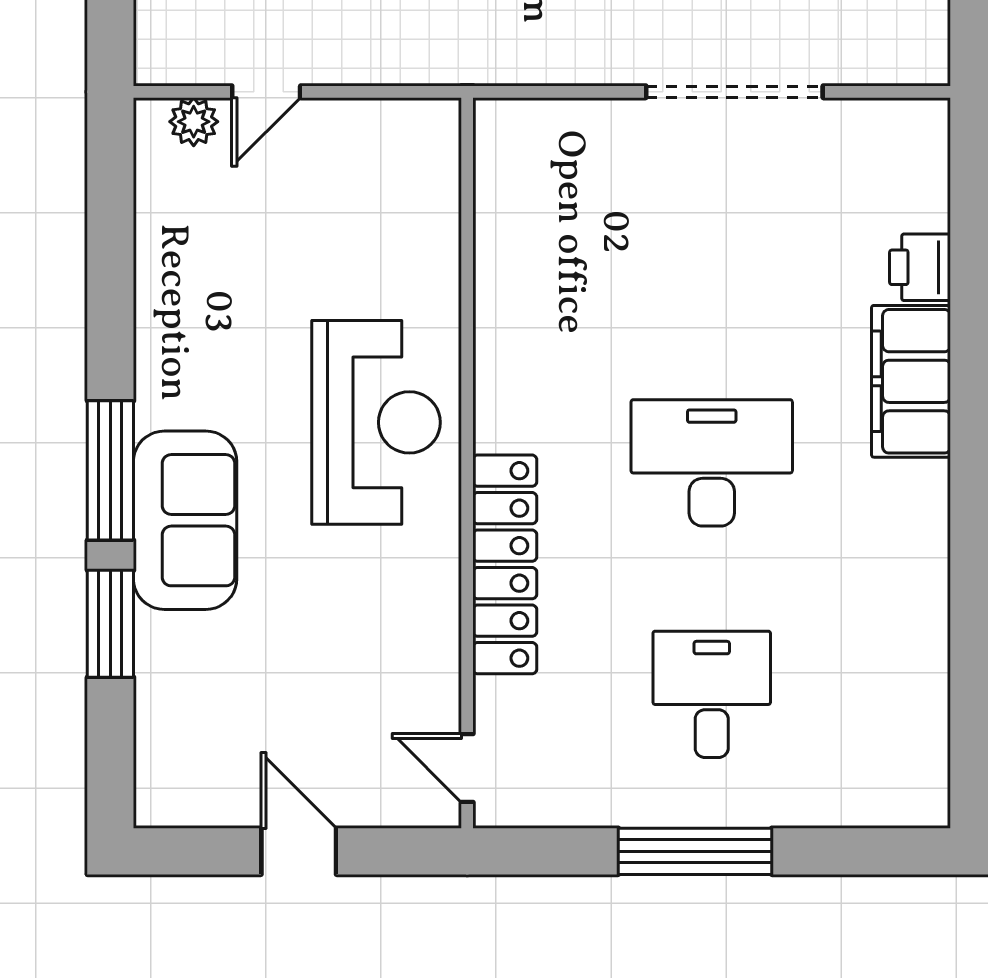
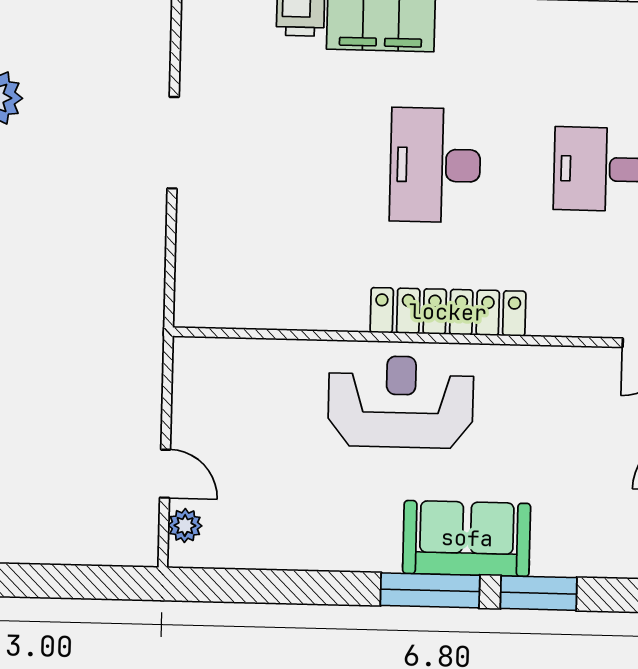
doorway: (734, 92) -> (173, 143), width x0.73
locker: (505, 564) -> (448, 312), moved

